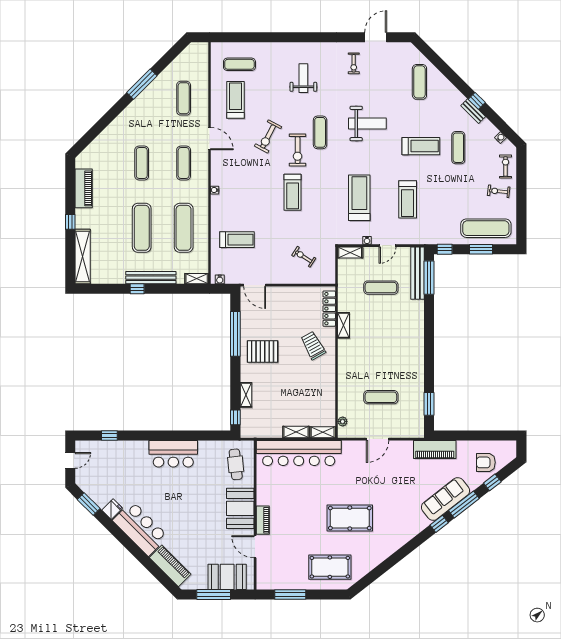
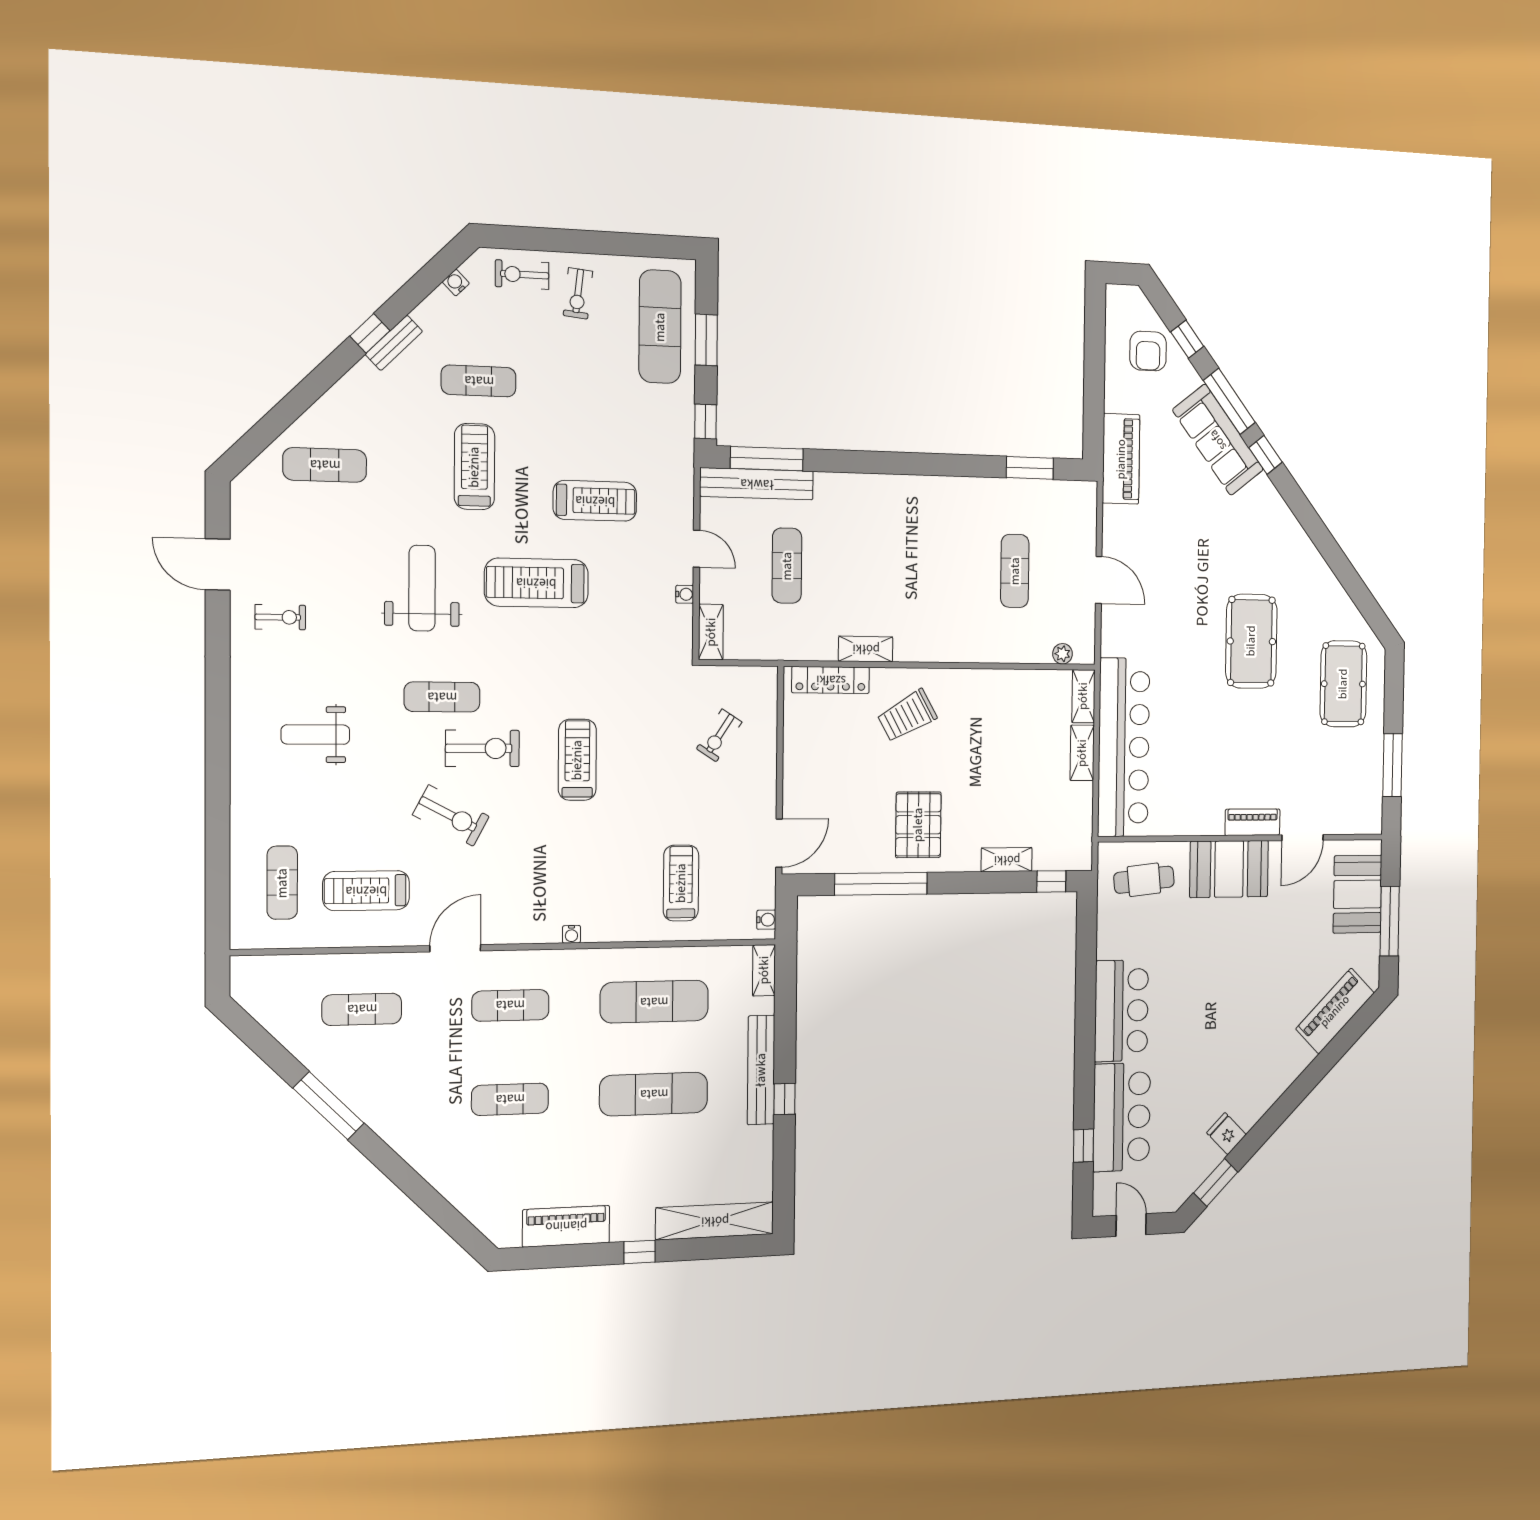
treadmill: (293, 192) -> (577, 760), turned -90
treadmill: (359, 198) -> (536, 583), moved
bar counter: (140, 528) -> (1122, 1117), moved, turned 135

